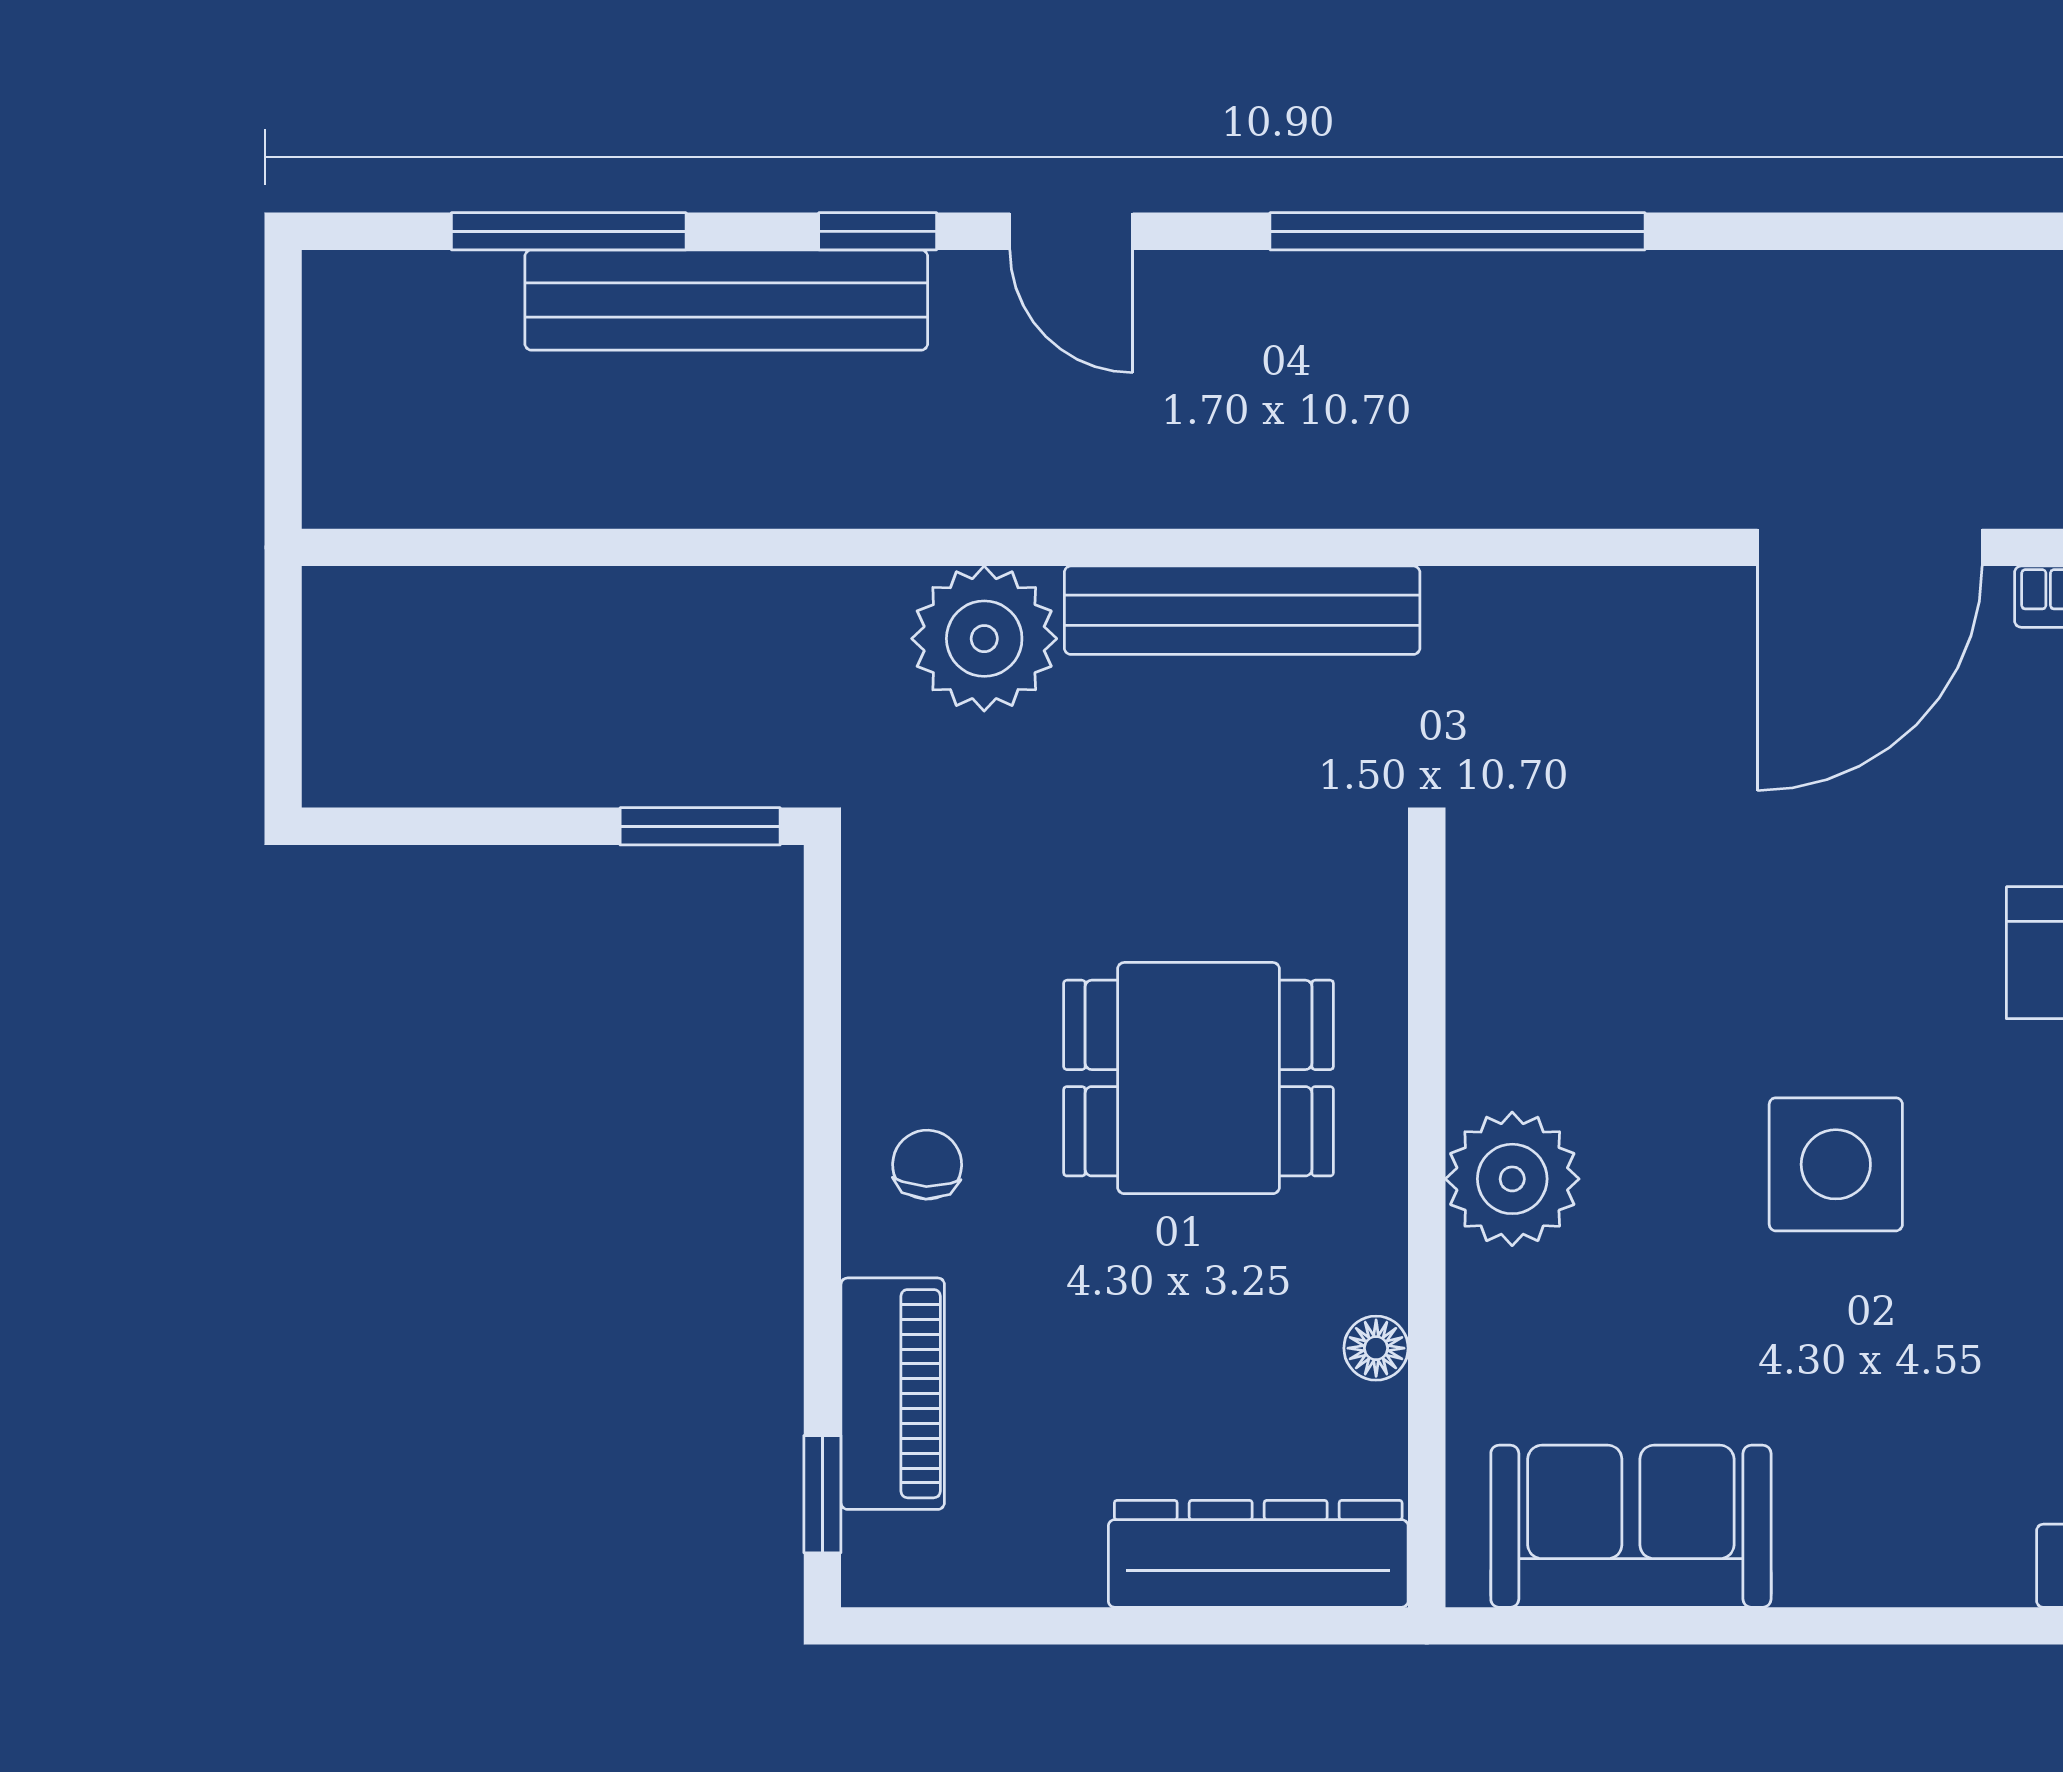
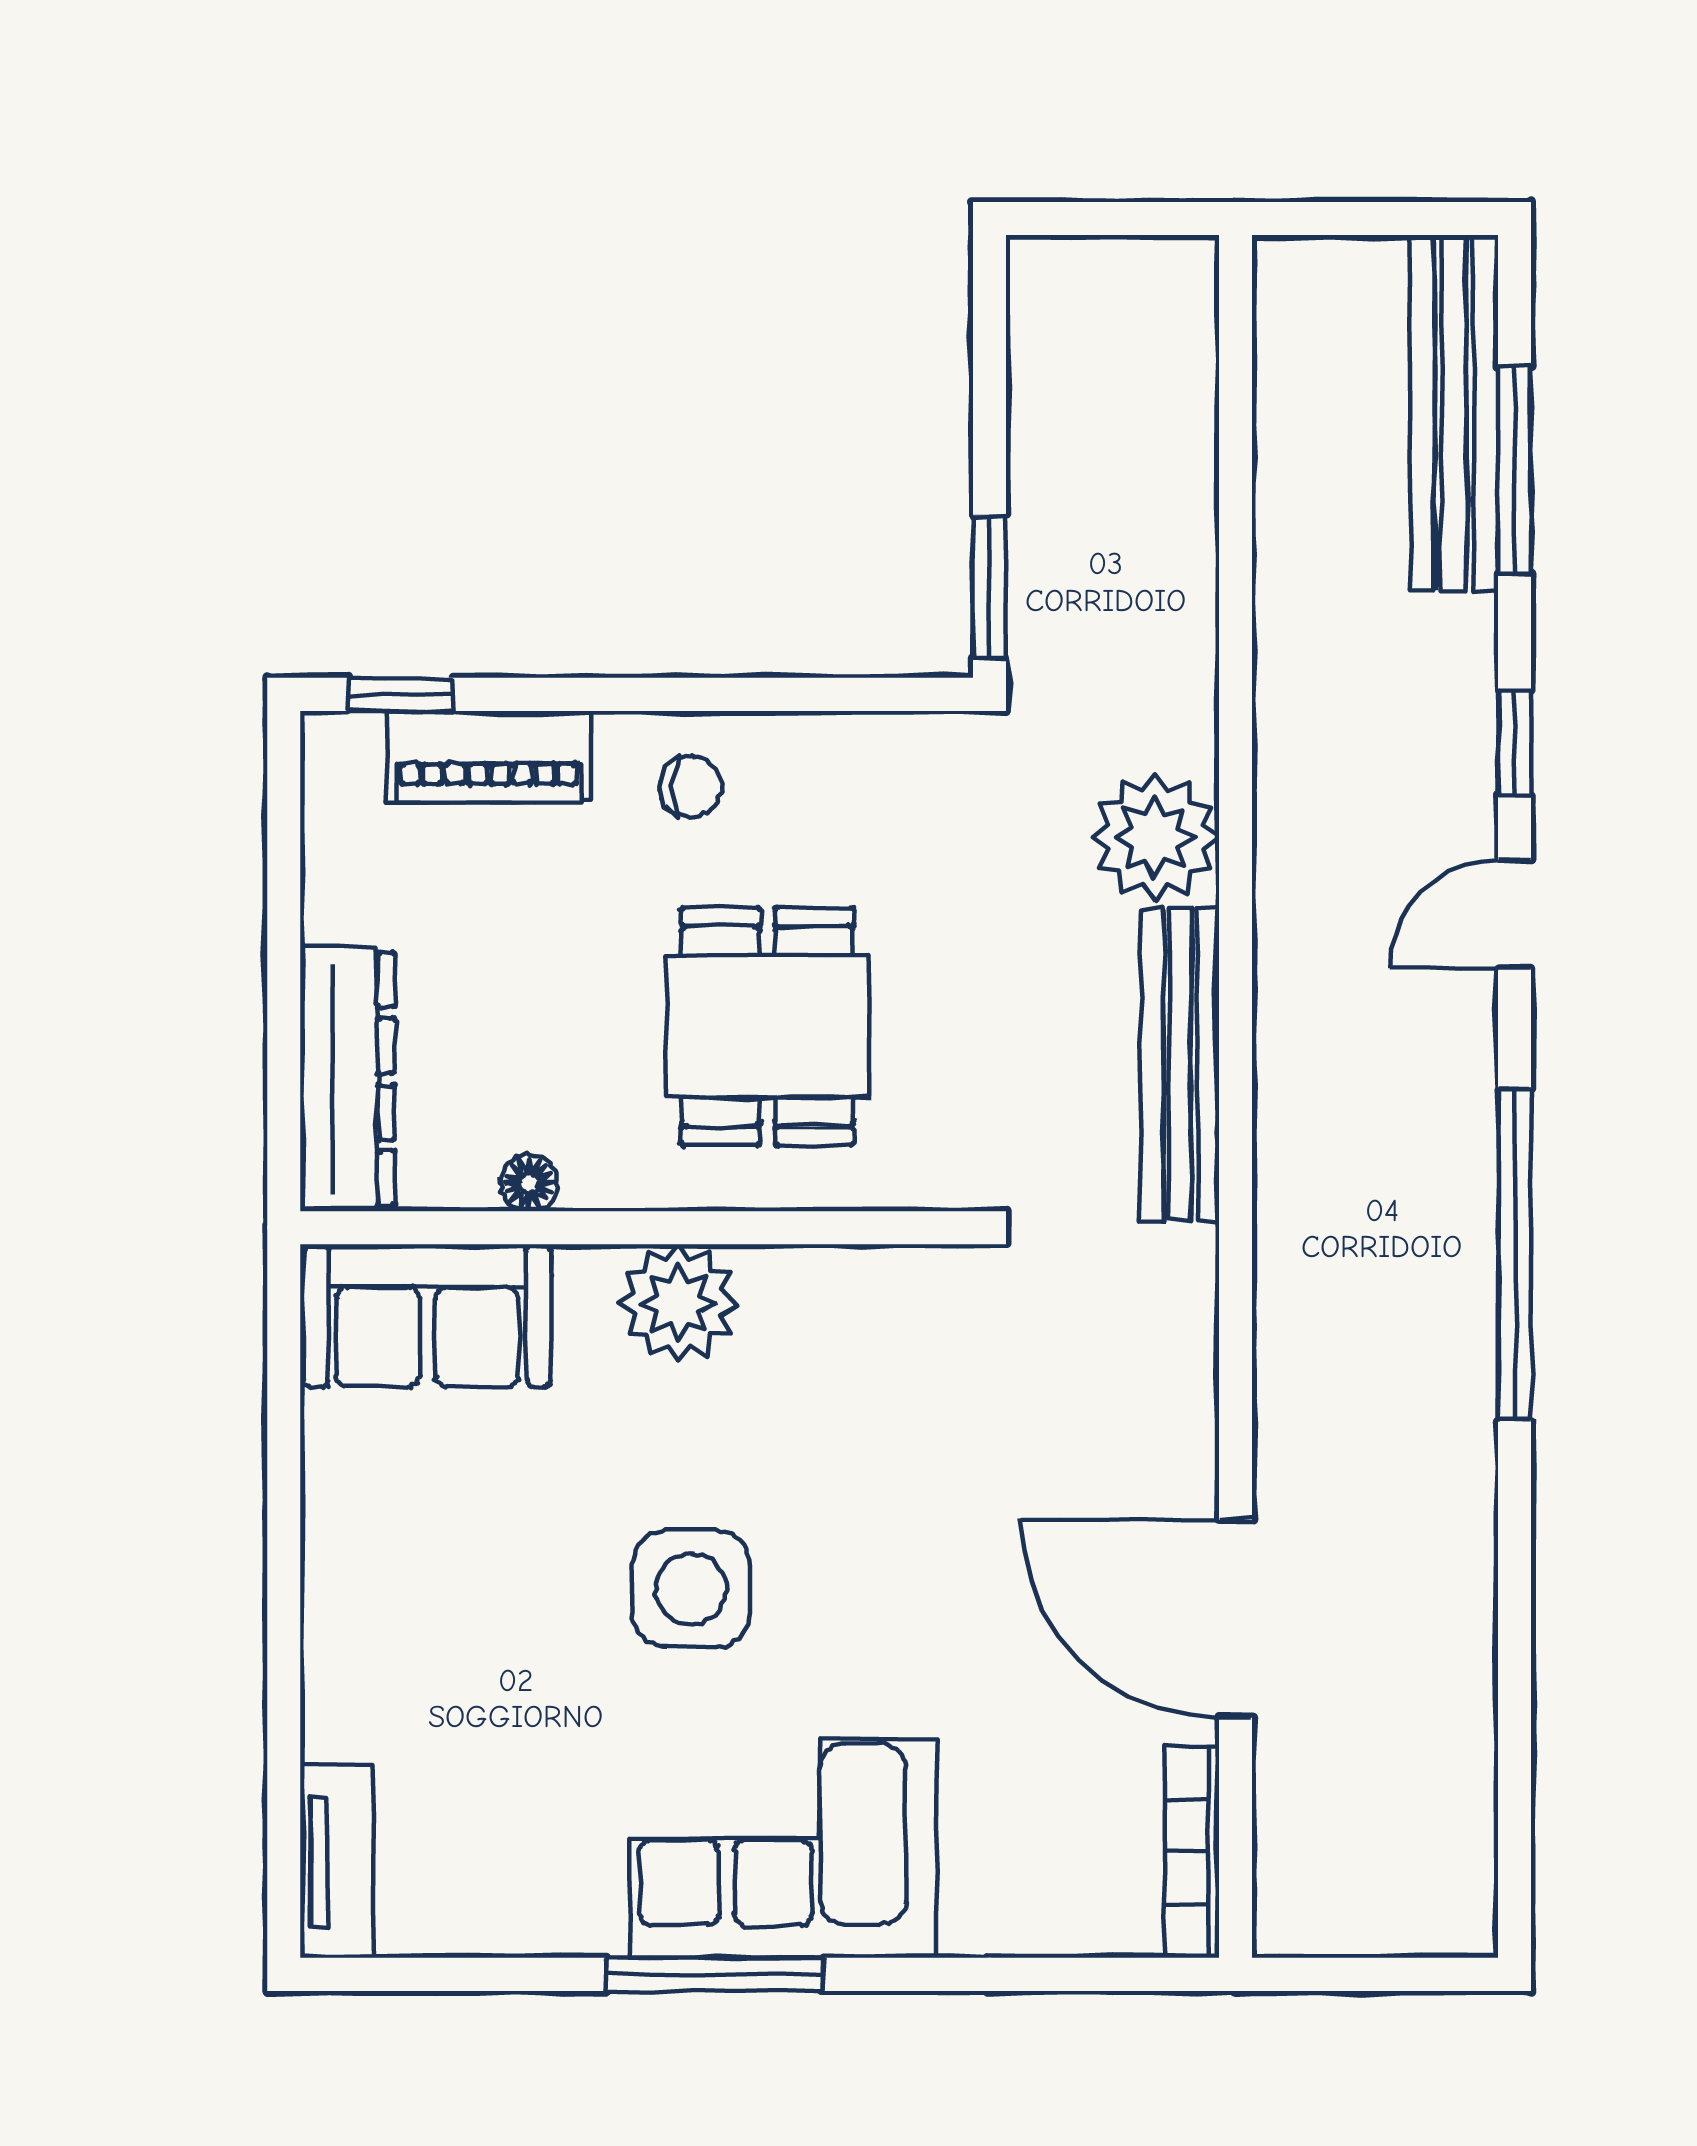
bench: (726, 300) -> (1454, 413), moved
sofa: (1631, 1526) -> (427, 1316), moved, turned 90

